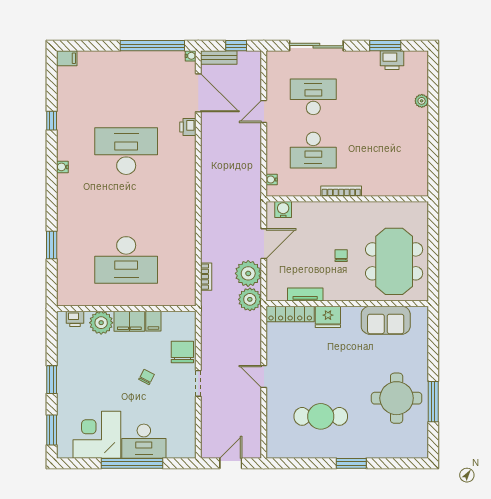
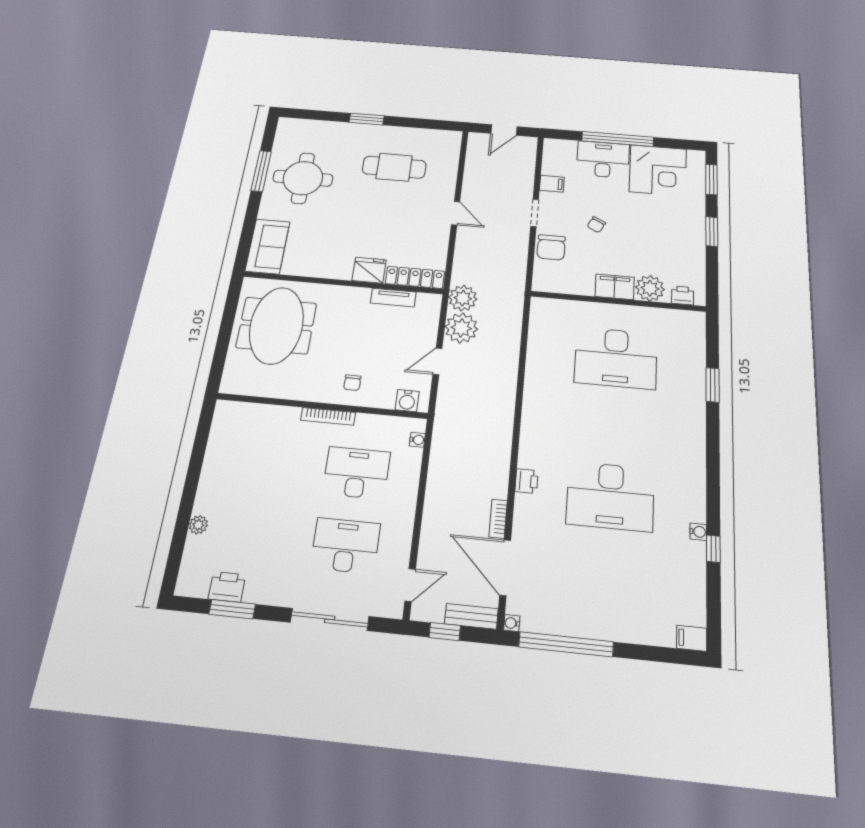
desk: (313, 97) -> (345, 546), turned 180
door: (264, 111) -> (410, 585), moved
printer: (188, 127) -> (527, 481), moved
water cooler: (62, 167) -> (698, 532), moved
door: (264, 244) -> (437, 361), width x0.73
chair: (341, 256) -> (352, 383), moved
desk: (126, 260) -> (616, 358), turned 180
bookcase: (206, 277) -> (498, 519), moved
sofa: (386, 320) -> (268, 246), moved, turned 90
filing cabinet: (153, 321) -> (552, 184), moved, turned 90

